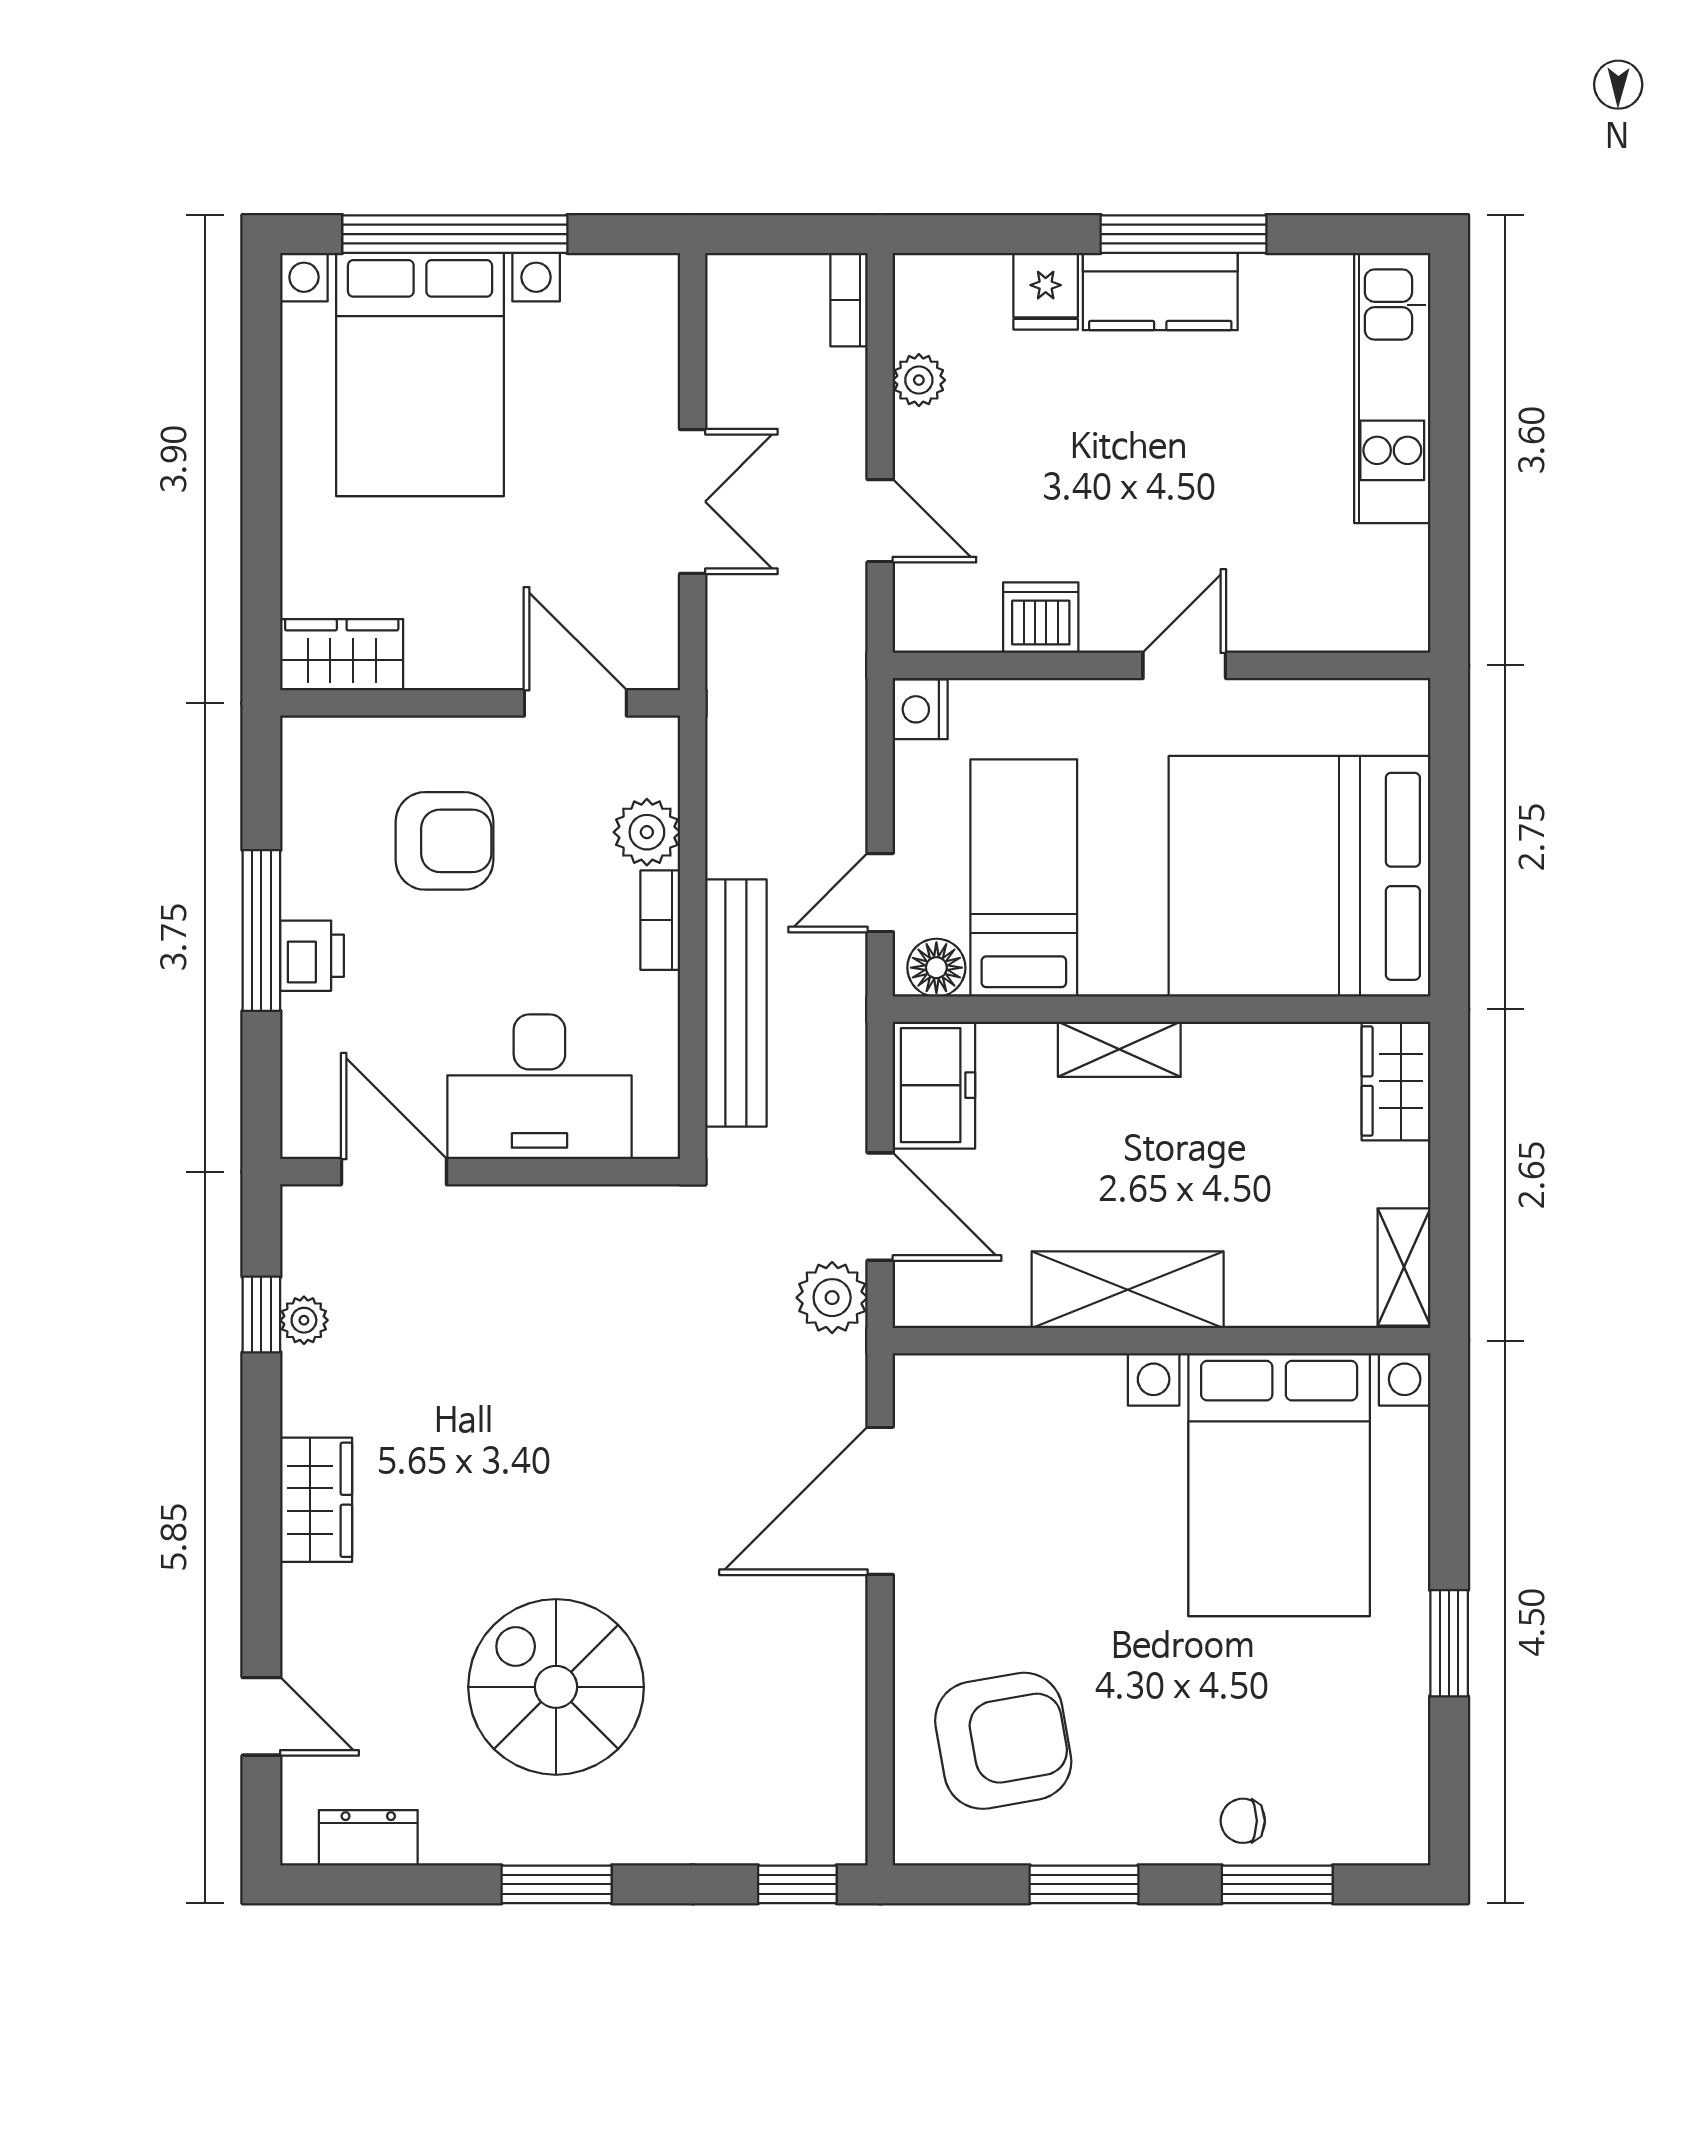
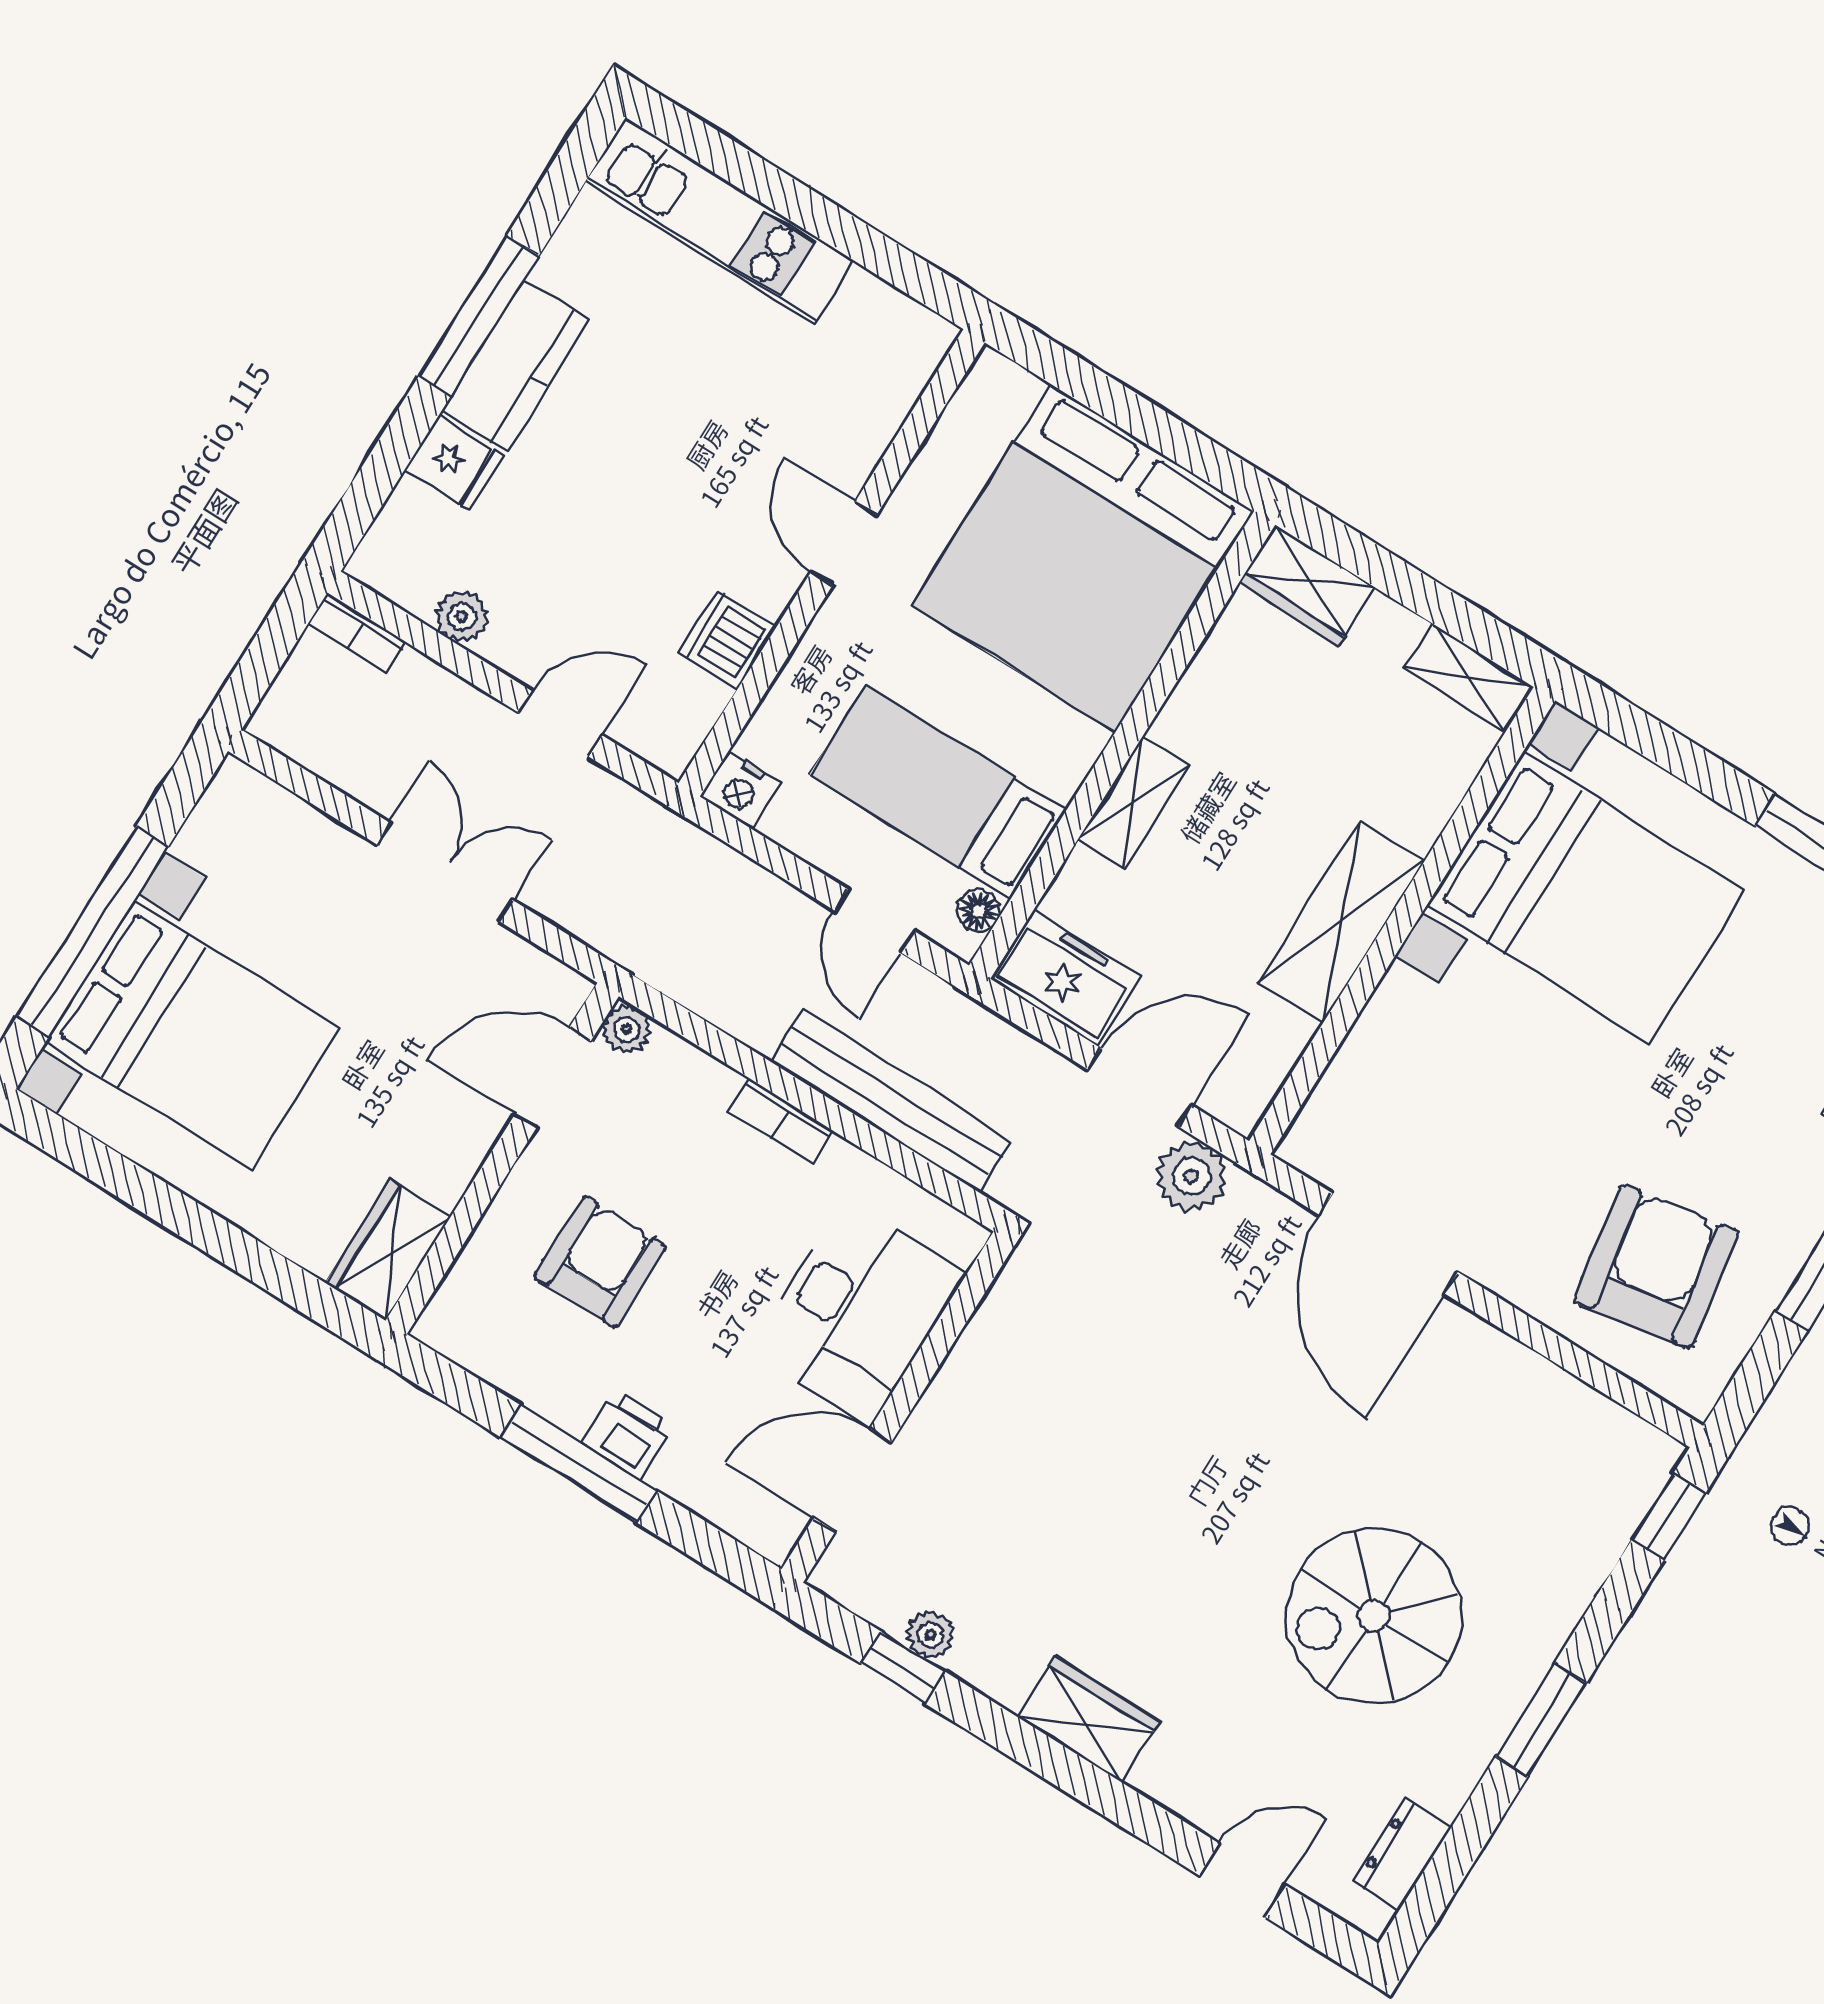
plant: (647, 832) -> (626, 1029), moved, width x0.73, depth x0.73
floor lamp: (936, 968) -> (979, 911), width x0.73, depth x0.73

